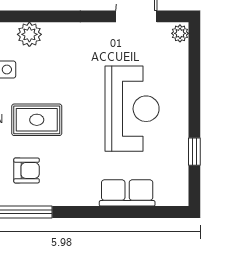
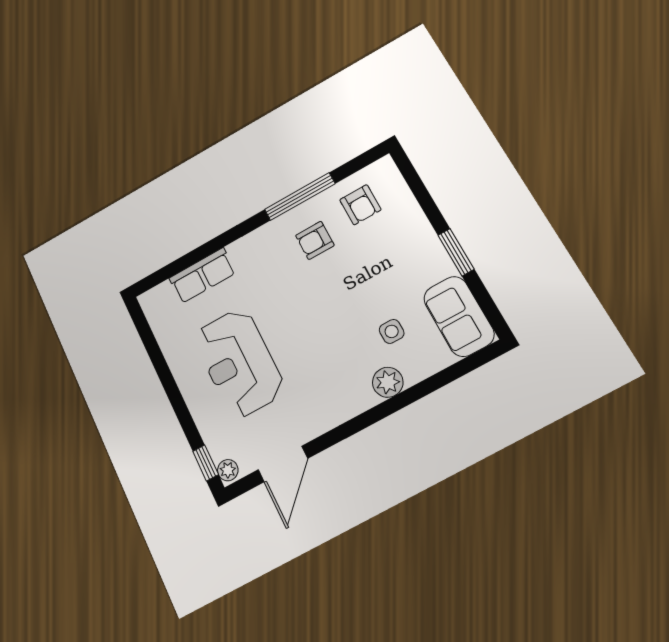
rug: (37, 120) -> (332, 297), removed
window: (194, 152) -> (206, 463), moved

